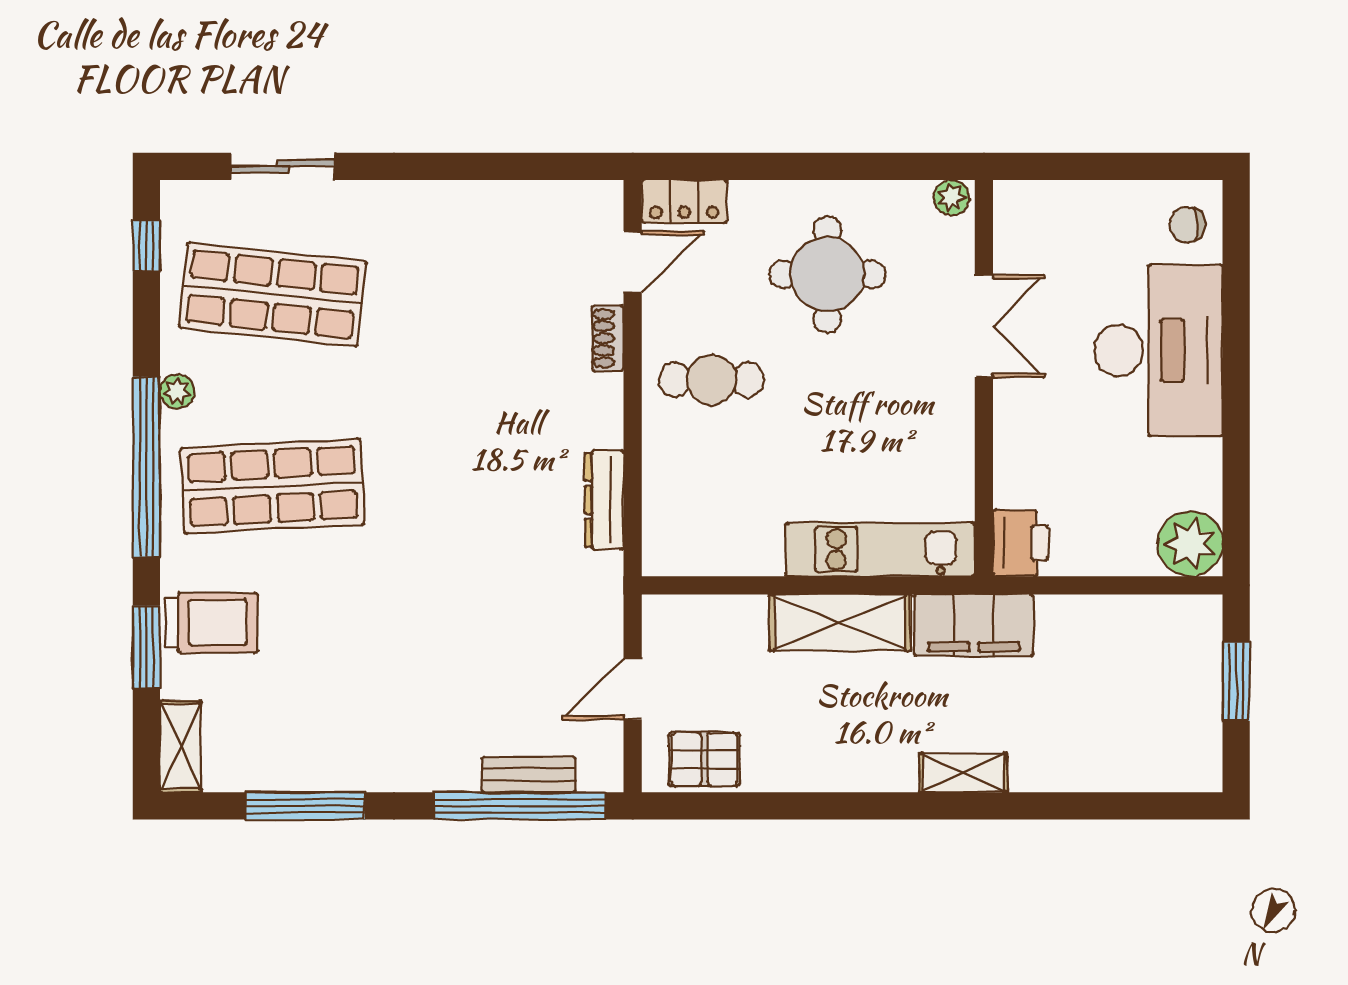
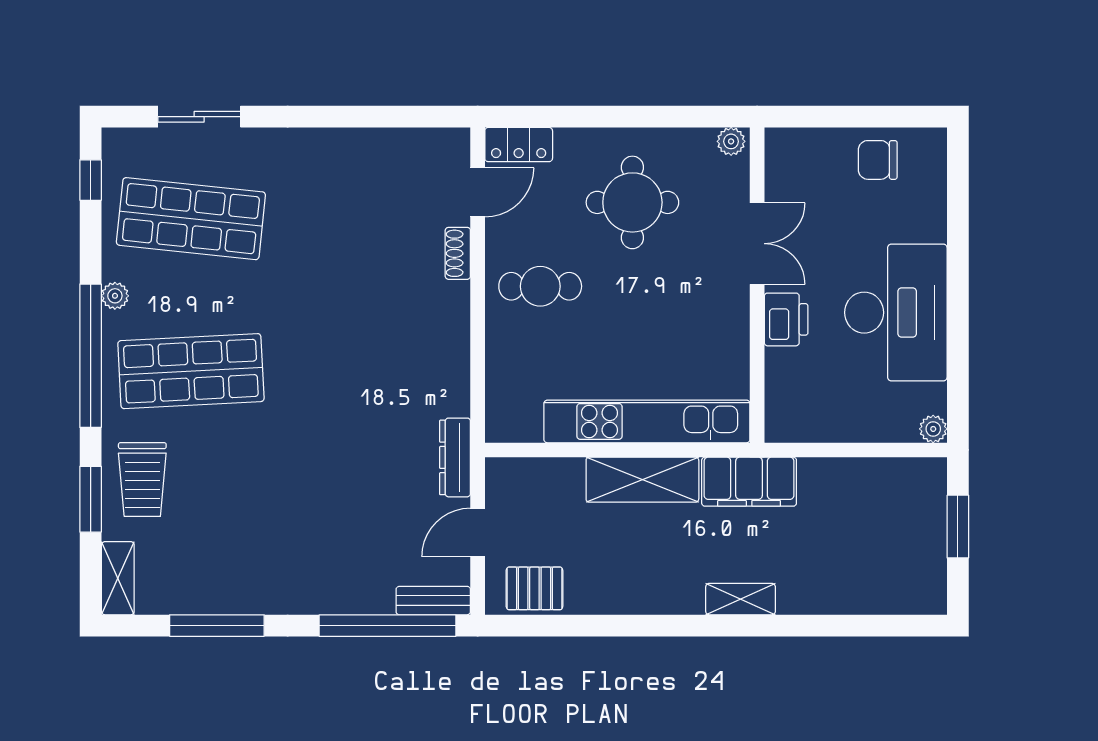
chair: (1187, 225) -> (878, 160), moved, width x1.37, depth x1.37
desk: (1158, 350) -> (896, 313), moved
dresser: (604, 500) -> (455, 457), moved
printer: (1020, 543) -> (786, 319), moved
plant: (1190, 544) -> (933, 429), width x0.53, depth x0.53
kitchen unit: (880, 550) -> (647, 421), width x1.36
trolley: (211, 623) -> (142, 480), turned 90
bench: (529, 775) -> (433, 601), moved

